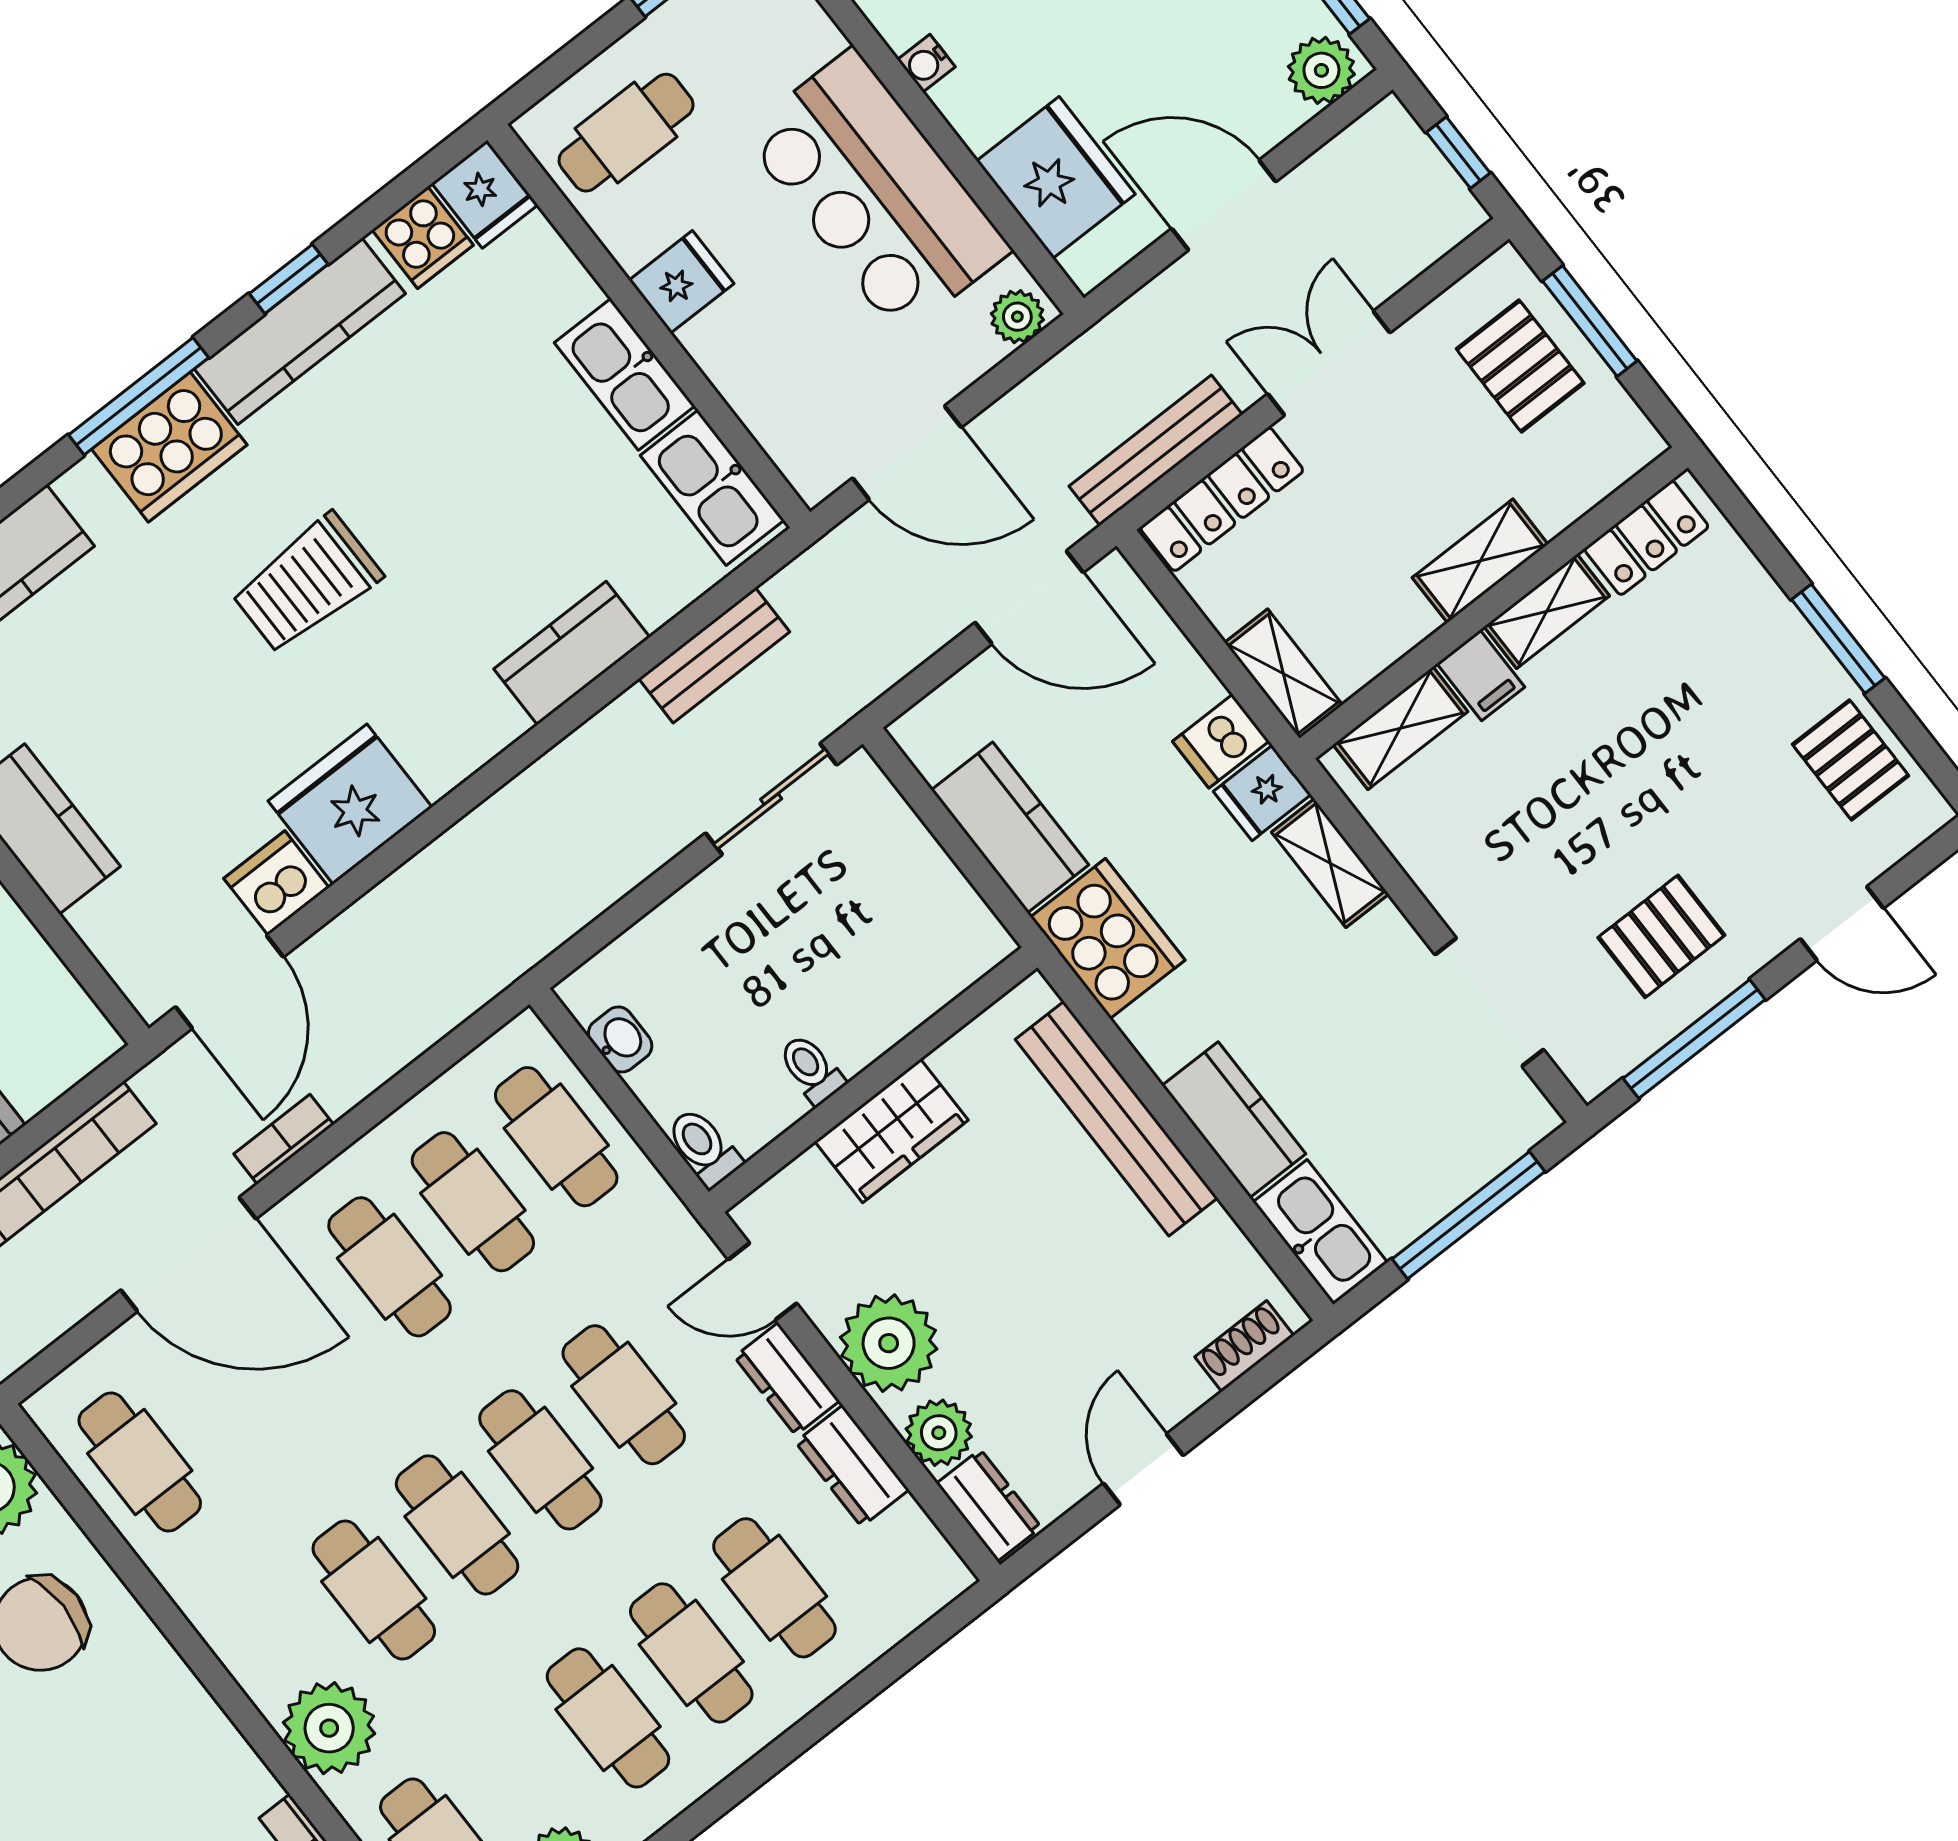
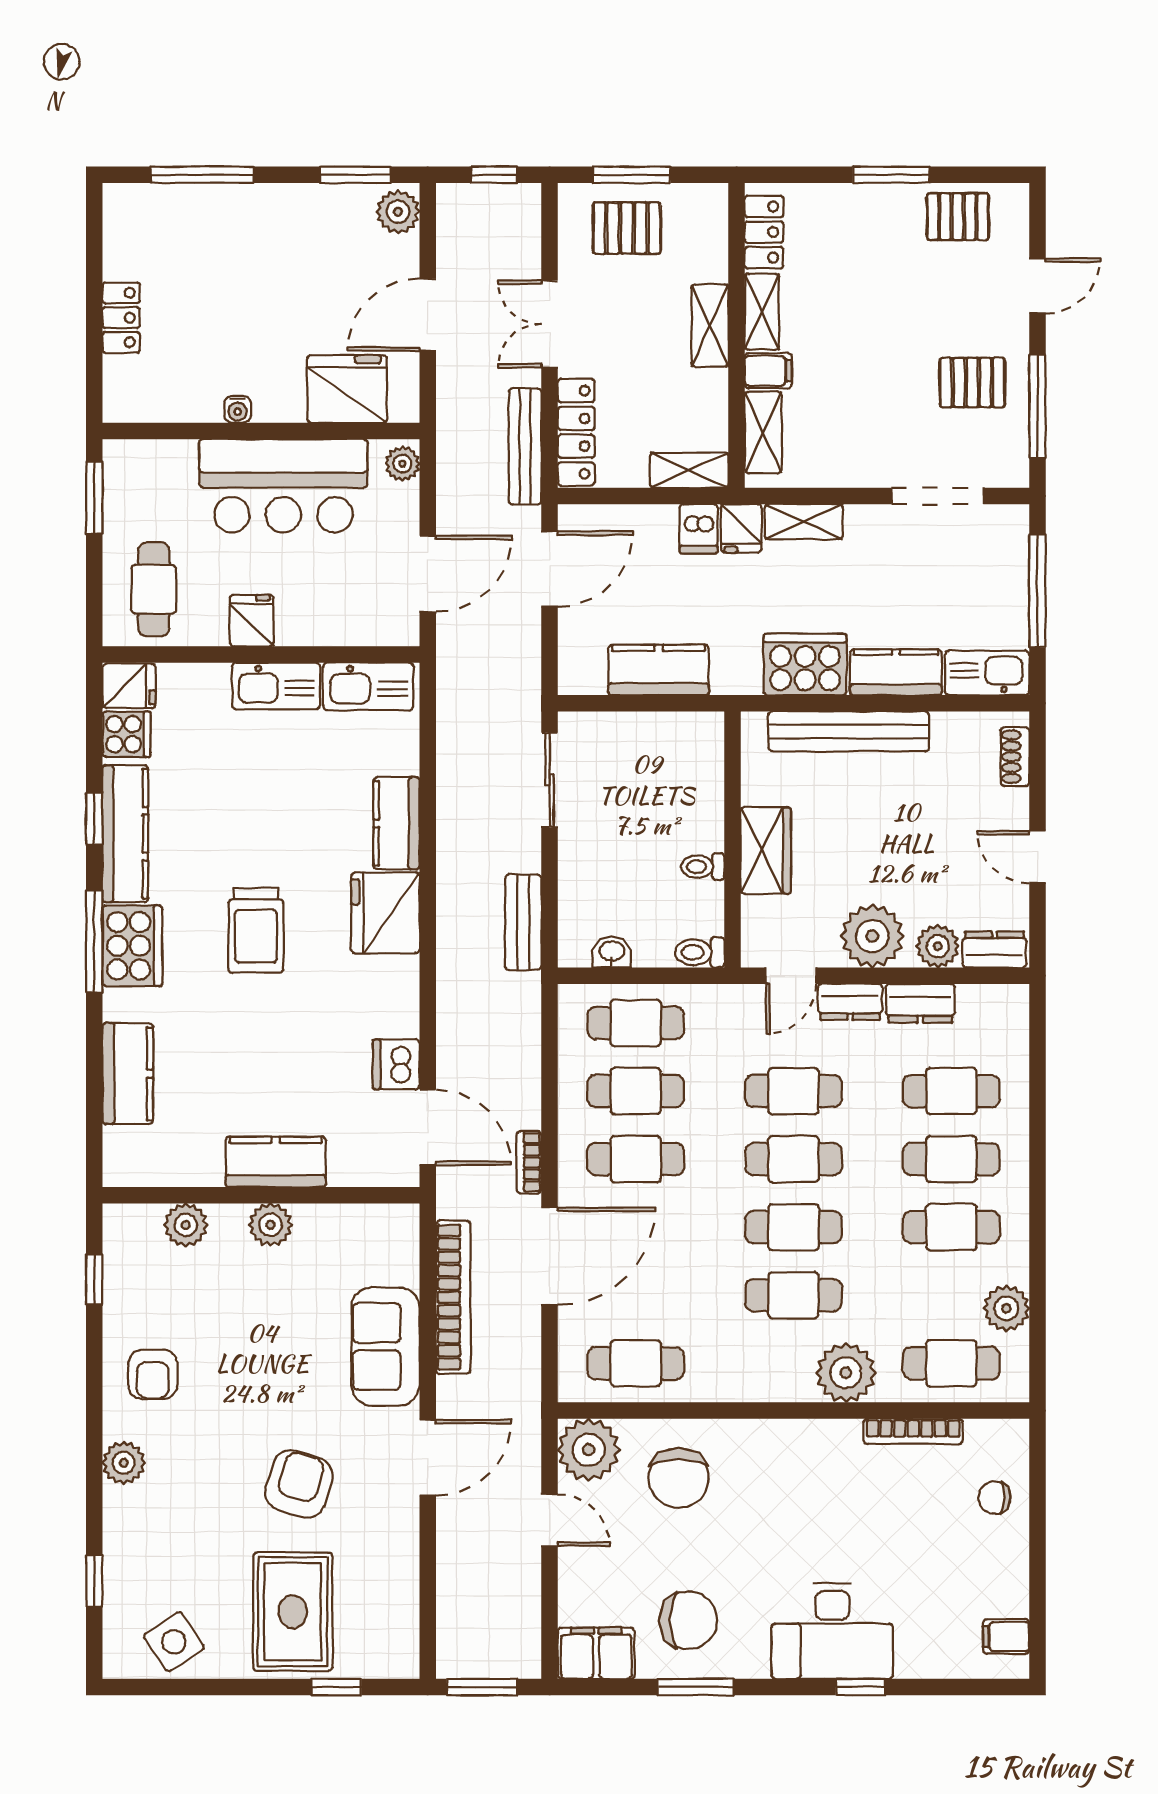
bench: (714, 655) -> (523, 922), moved
fridge: (350, 804) -> (385, 913), moved
pallet: (1661, 936) -> (972, 383), turned 90
cooker: (1108, 939) -> (805, 664), moved

